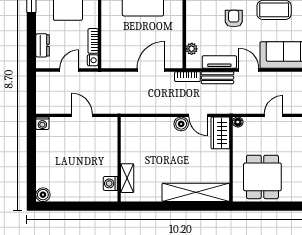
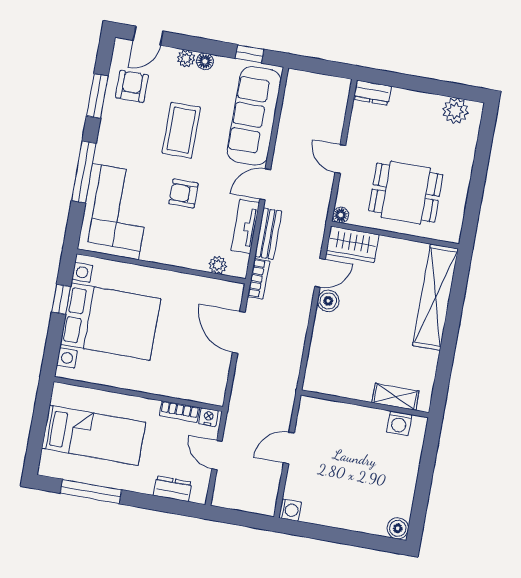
dining table: (262, 177) -> (406, 193), moved

